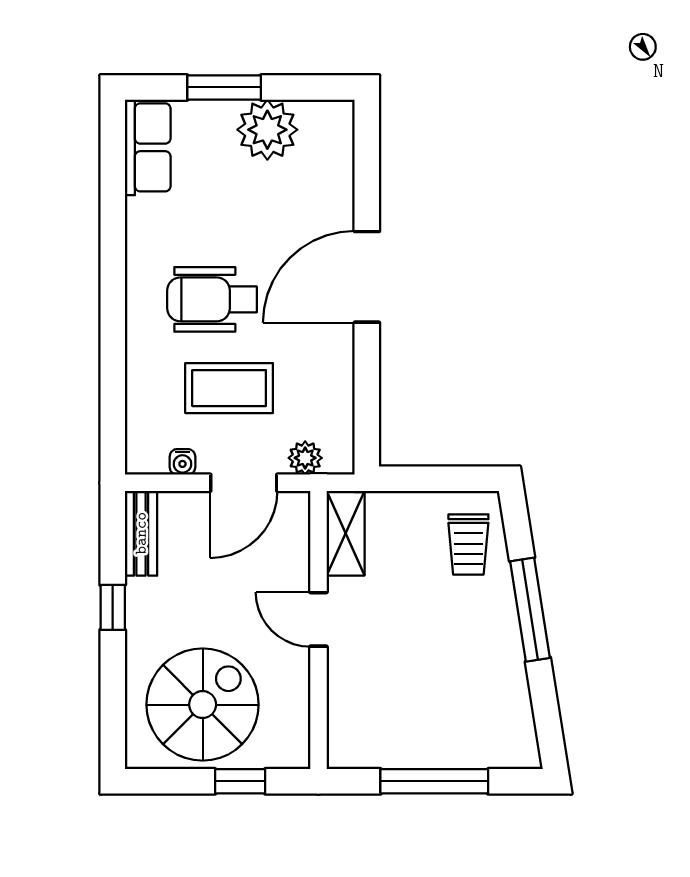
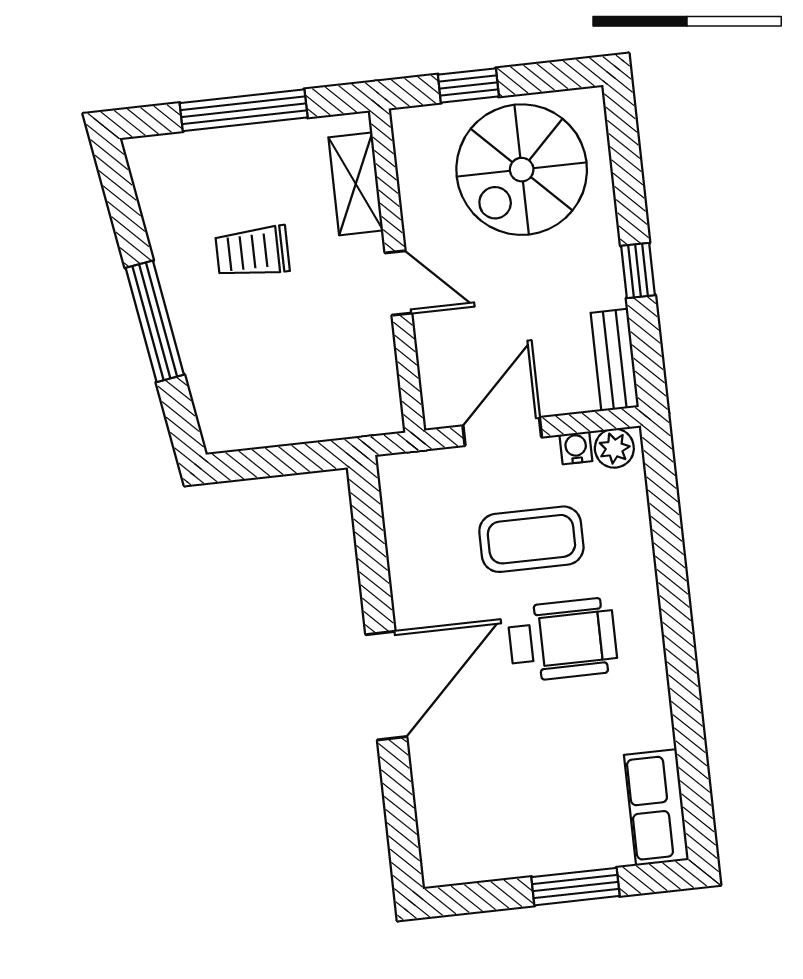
plant: (267, 130) -> (520, 843), removed
plant: (305, 458) -> (614, 448), moved
shelving: (346, 533) -> (356, 184), moved
trolley: (468, 544) -> (252, 252), moved, turned -90

